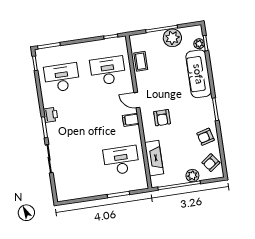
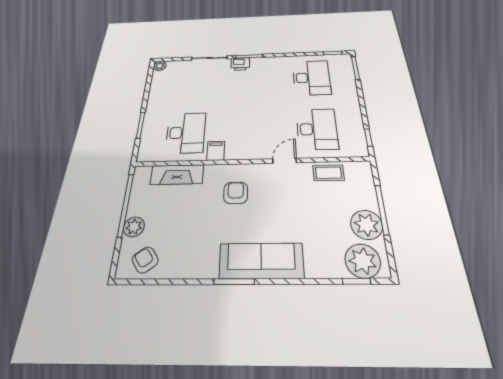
plant: (199, 44) -> (363, 261), width x1.88, depth x1.88
sofa: (199, 74) -> (261, 261), moved
door: (137, 100) -> (285, 161), moved
printer: (51, 115) -> (240, 64), moved
armchair: (162, 118) -> (236, 193), turned 90
filing cabinet: (131, 120) -> (216, 151), moved
armchair: (206, 137) -> (190, 257), removed
plant: (61, 196) -> (160, 66), added

